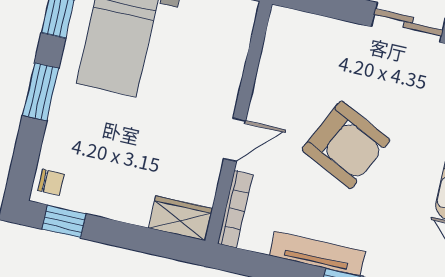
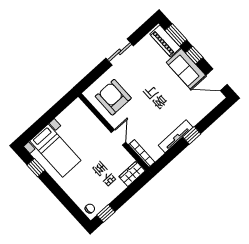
window: (41, 92) -> (57, 191), removed
armchair: (346, 145) -> (113, 97), moved, turned -116

